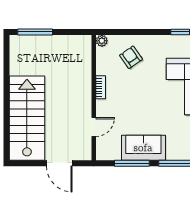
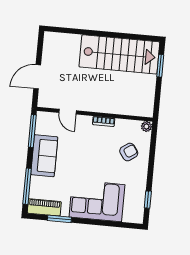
window: (35, 32) -> (160, 66), width x0.69
stairs: (27, 118) -> (119, 54), moved
window: (132, 163) -> (32, 131), moved

